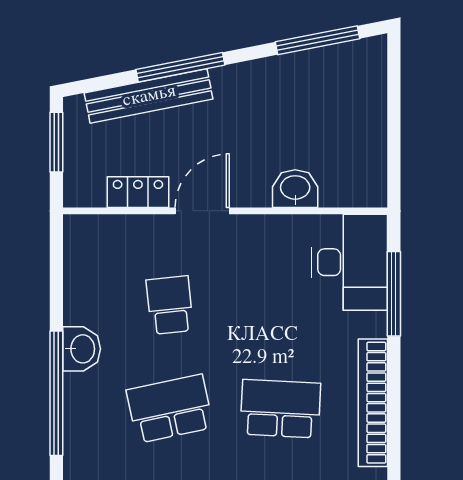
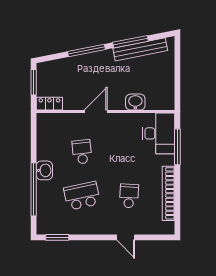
window: (317, 40) -> (130, 42), moved
bench: (149, 96) -> (140, 49), moved
locker: (138, 192) -> (49, 104), moved
school desk: (280, 409) -> (129, 196), width x0.54

